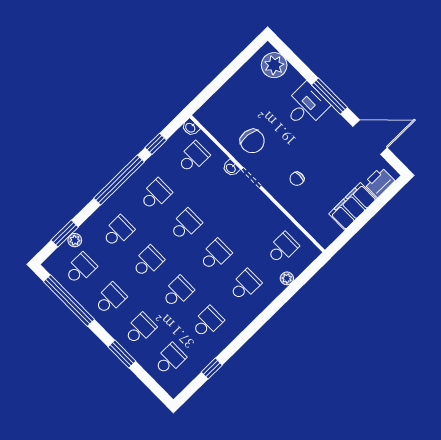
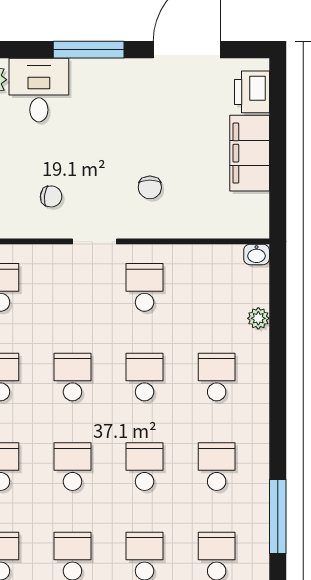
desk: (306, 106) -> (39, 90), moved
chair: (252, 141) -> (51, 196), width x0.54, depth x0.54
washbasin: (231, 168) -> (257, 254), moved
school desk: (283, 248) -> (145, 287), moved
window: (212, 369) -> (278, 517), width x2.17

